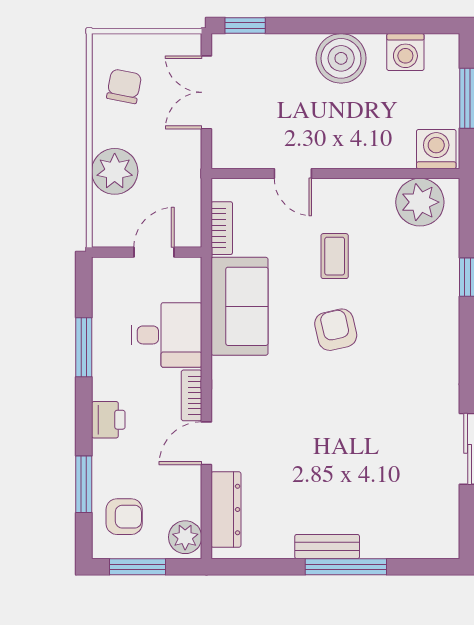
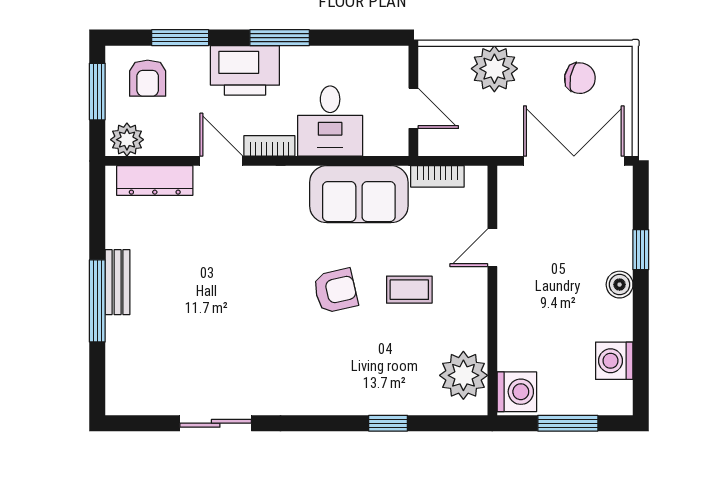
window: (245, 26) -> (641, 250), moved
boiler: (341, 58) -> (620, 285), width x0.54, depth x0.54
double door: (206, 92) -> (574, 161), width x1.37
window: (84, 347) -> (280, 38), moved
printer: (108, 420) -> (245, 70), width x1.87, depth x1.48

